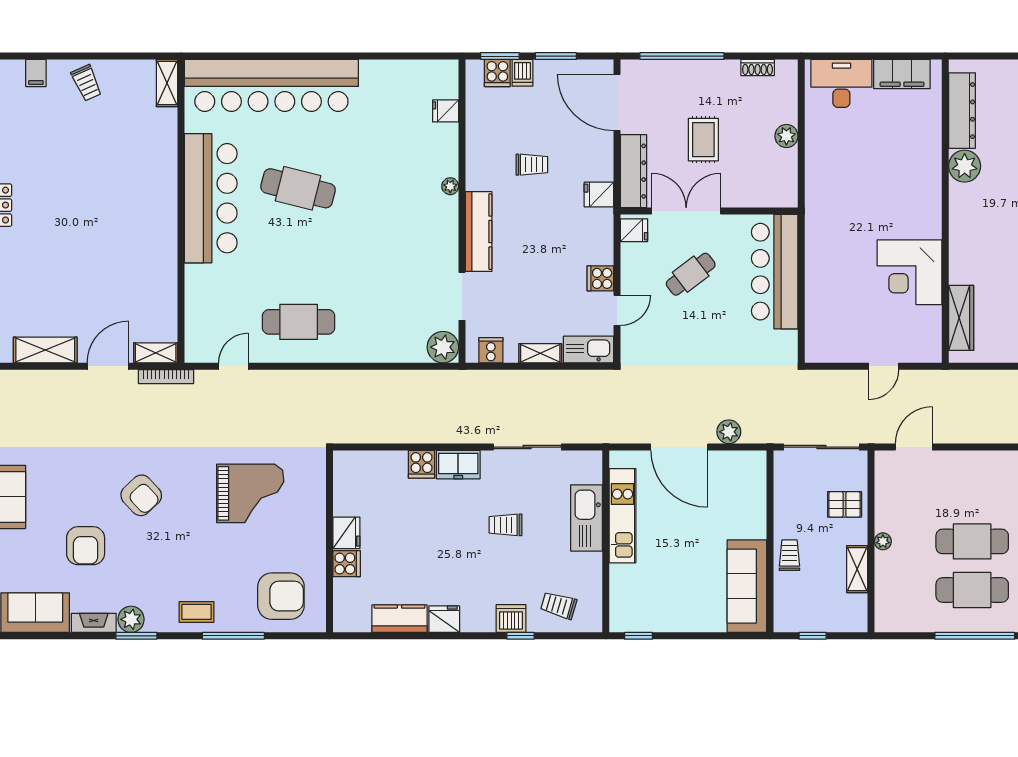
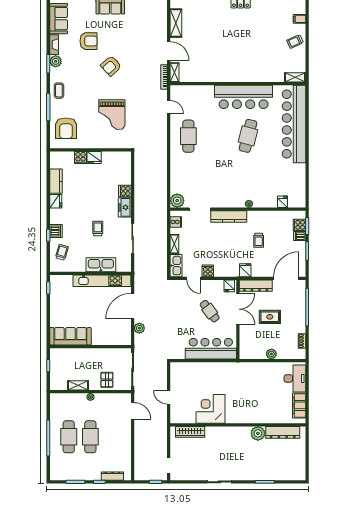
kitchen unit: (622, 516) -> (102, 281), width x1.36
armchair: (86, 546) -> (88, 41), turned 180
trolley: (789, 555) -> (84, 355), removed

